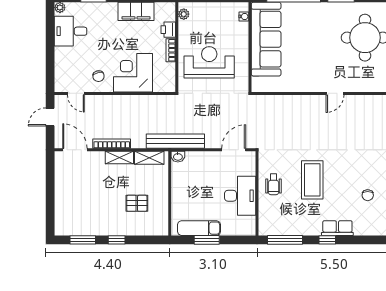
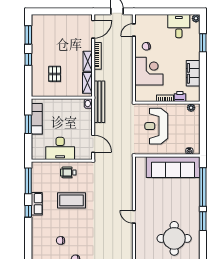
reception desk: (209, 62) -> (156, 126), turned 180
row of seats: (337, 228) -> (37, 204), moved

